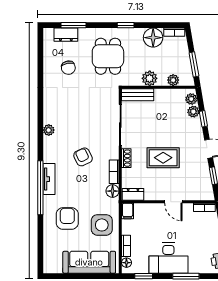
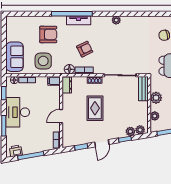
armchair: (83, 157) -> (85, 49), moved
sofa: (89, 262) -> (15, 57), width x0.73

